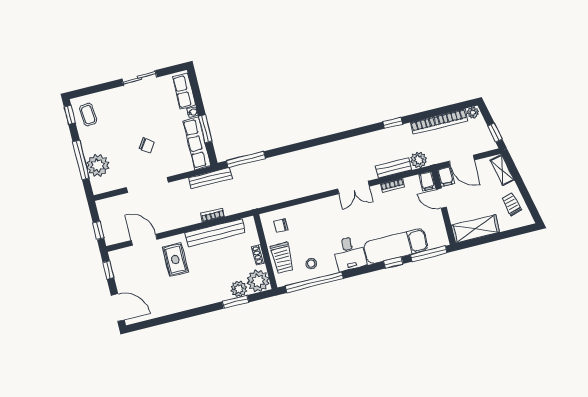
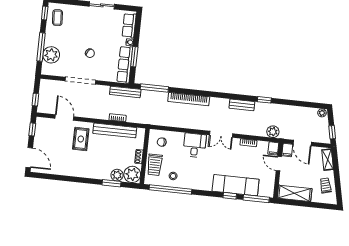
bookcase: (439, 122) -> (189, 99), moved
bench: (394, 168) -> (242, 105), moved
desk: (349, 253) -> (195, 145), moved, turned 180

